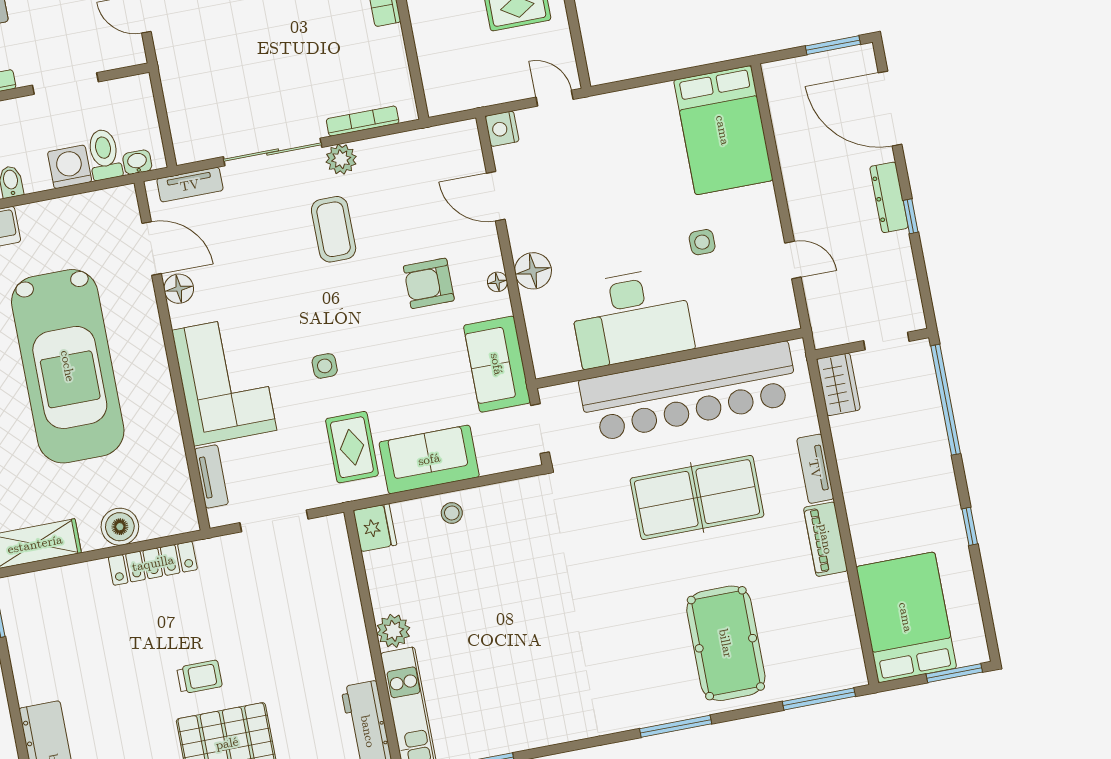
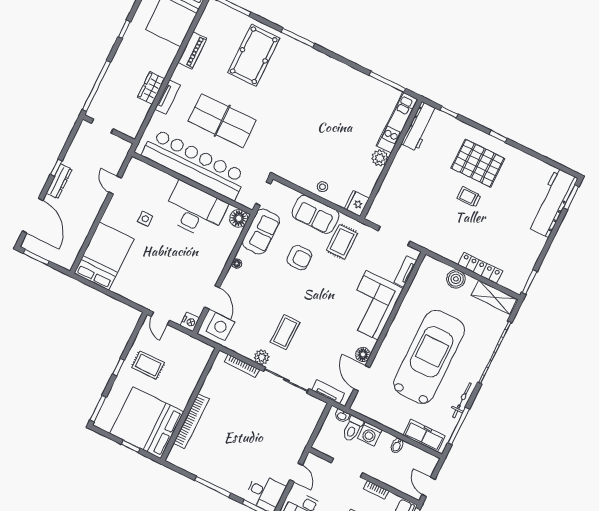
floor lamp: (533, 271) -> (239, 218), moved
armchair: (429, 283) -> (299, 258), moved
side table: (325, 366) -> (220, 327), moved, width x1.87, depth x1.87
wardrobe: (838, 384) -> (151, 88), moved
piano: (826, 539) -> (192, 50), moved
locker: (153, 563) -> (480, 268), moved

